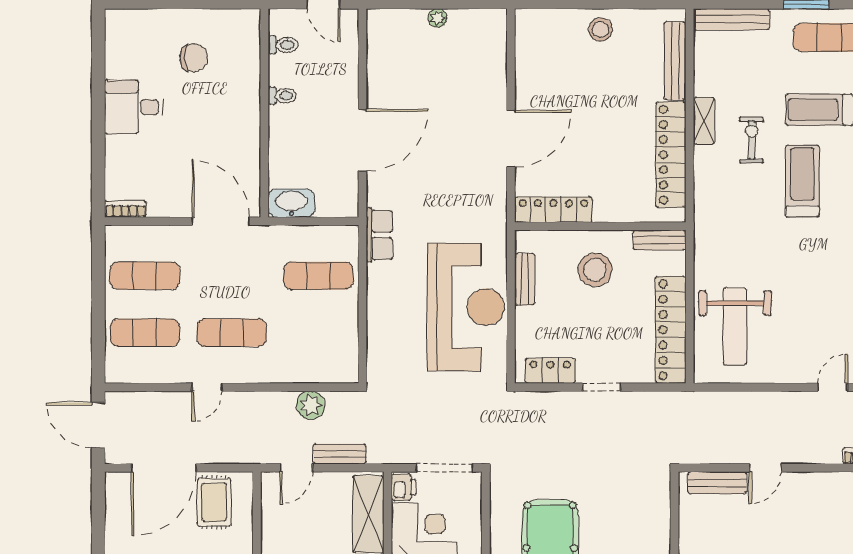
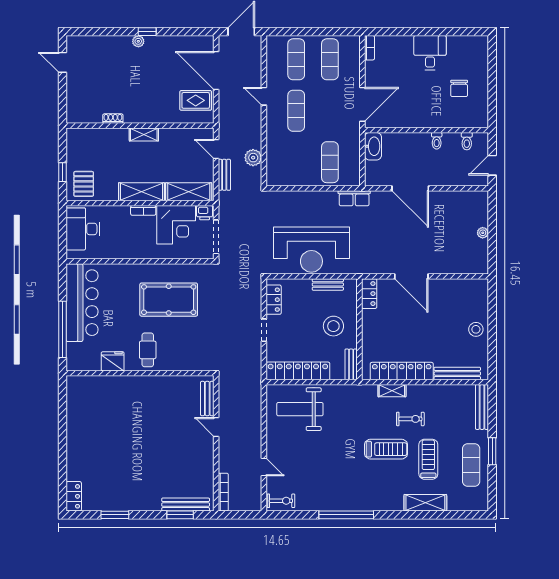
shelving: (704, 121) -> (392, 391), moved
locker: (553, 210) -> (369, 294), width x0.66

